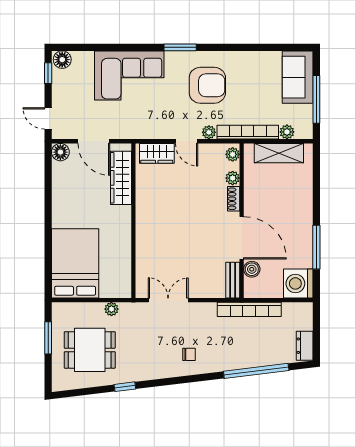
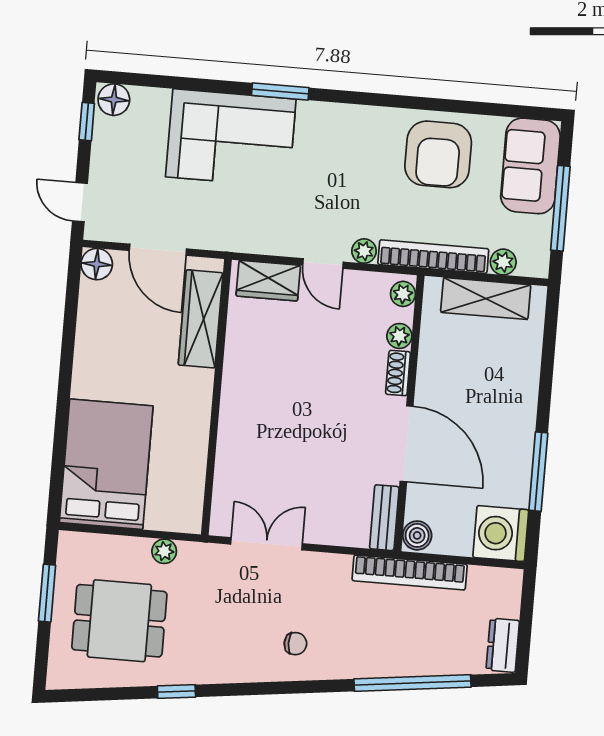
window: (180, 47) -> (280, 91), moved
armchair: (207, 85) -> (438, 154), moved, turned 90
boiler: (252, 269) -> (417, 535), moved

